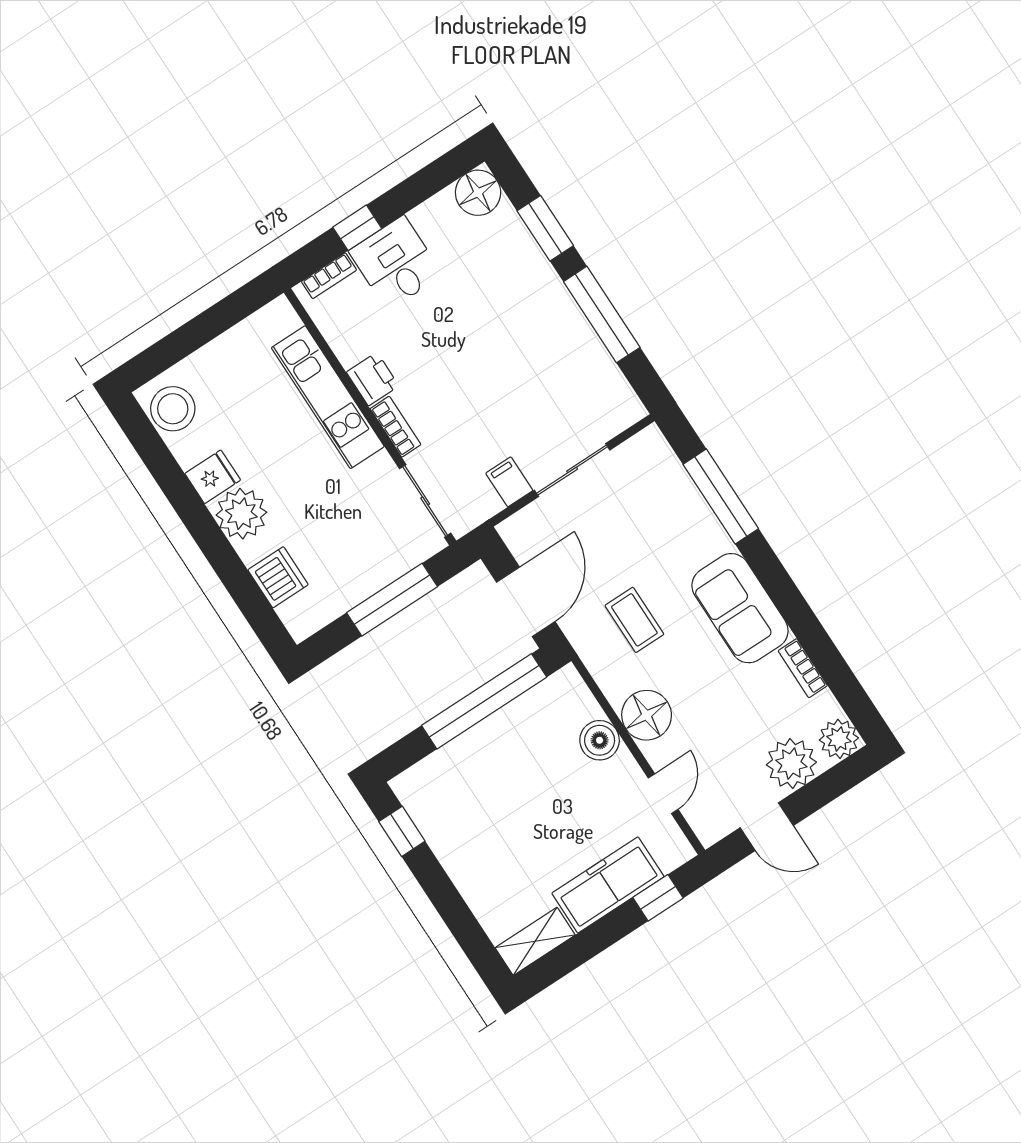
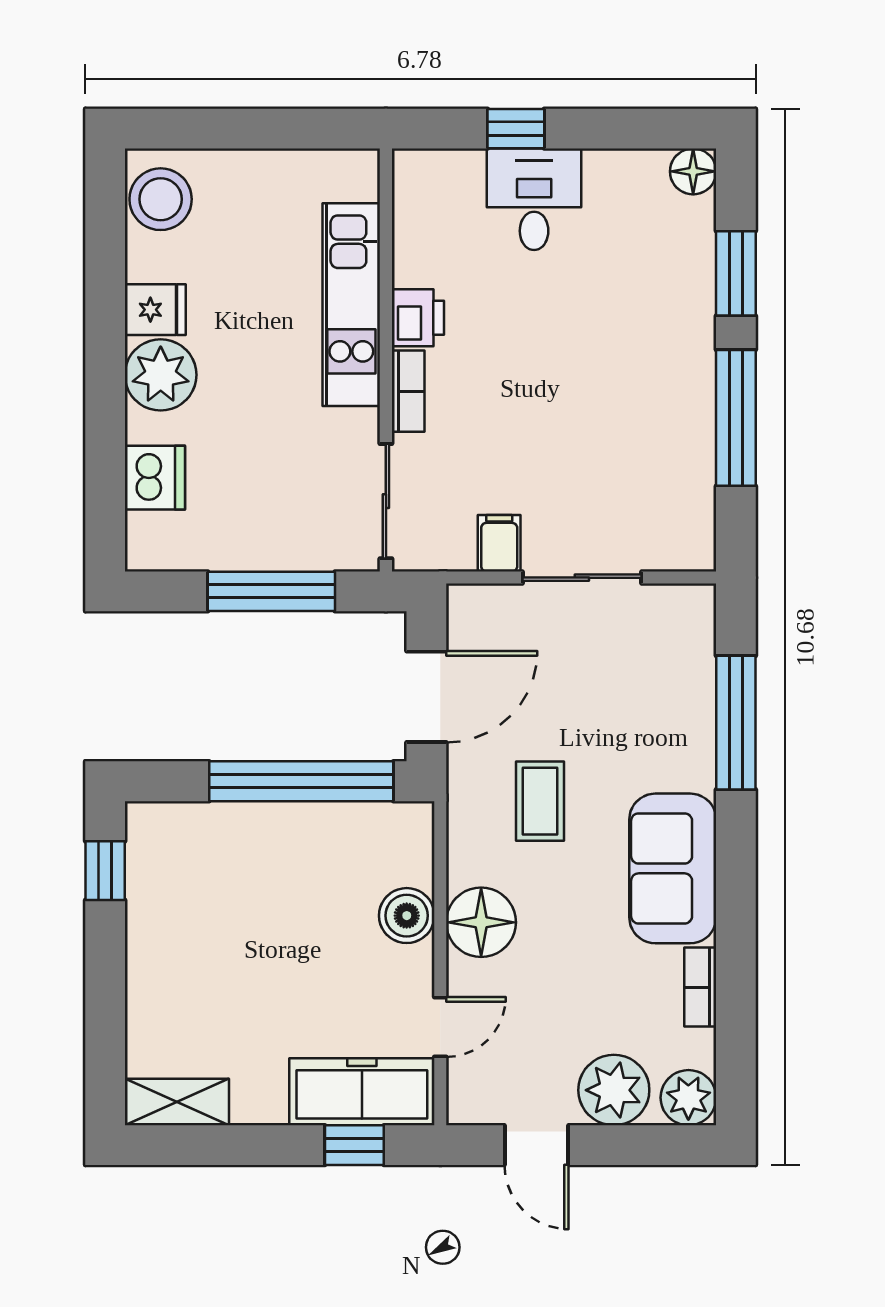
floor lamp: (478, 193) -> (693, 171), width x0.73, depth x0.73
bookcase: (329, 276) -> (446, 163), removed
freezer: (608, 885) -> (362, 1092), moved

